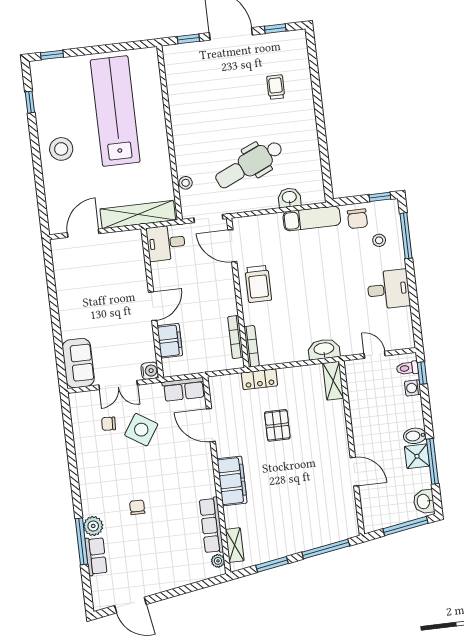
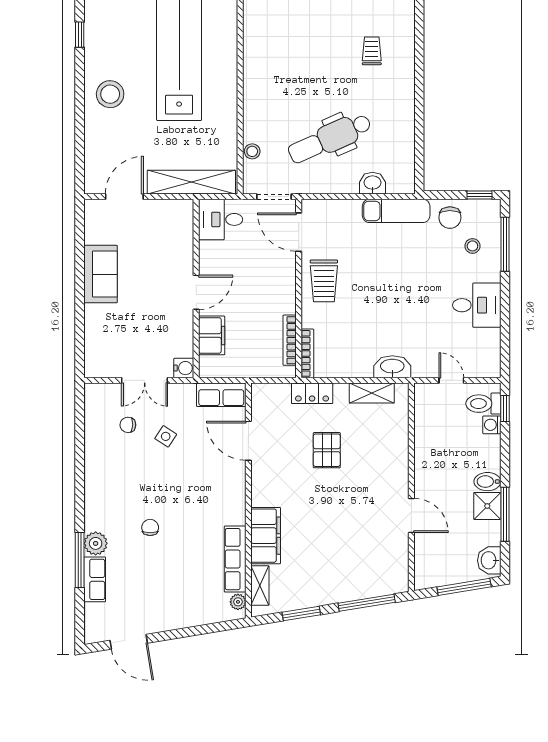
sofa: (78, 363) -> (101, 274), moved
toilet: (407, 368) -> (483, 404), width x1.37, depth x1.39
shelving: (333, 381) -> (372, 393), moved, turned 90
side table: (141, 430) -> (166, 436), width x0.54, depth x0.54
filing cabinet: (232, 481) -> (266, 536), moved

